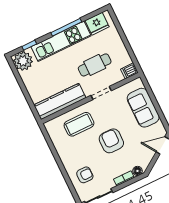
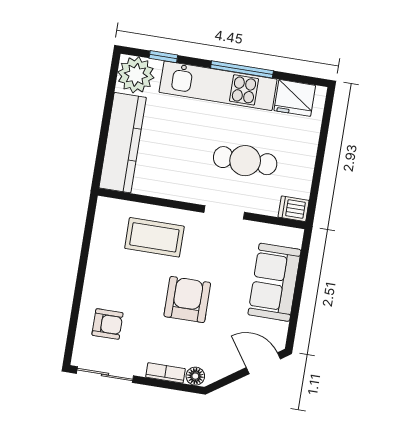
kitchen counter: (60, 102) -> (123, 143), moved, turned 90

